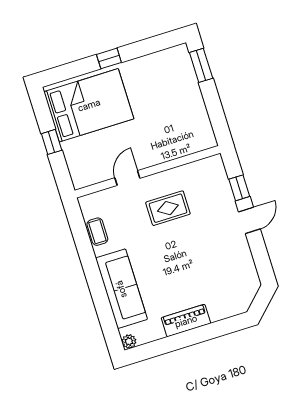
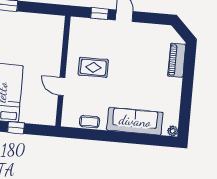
rug: (168, 208) -> (93, 67), turned 90
piano: (186, 321) -> (177, 60), moved

